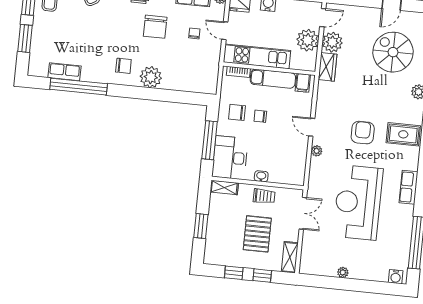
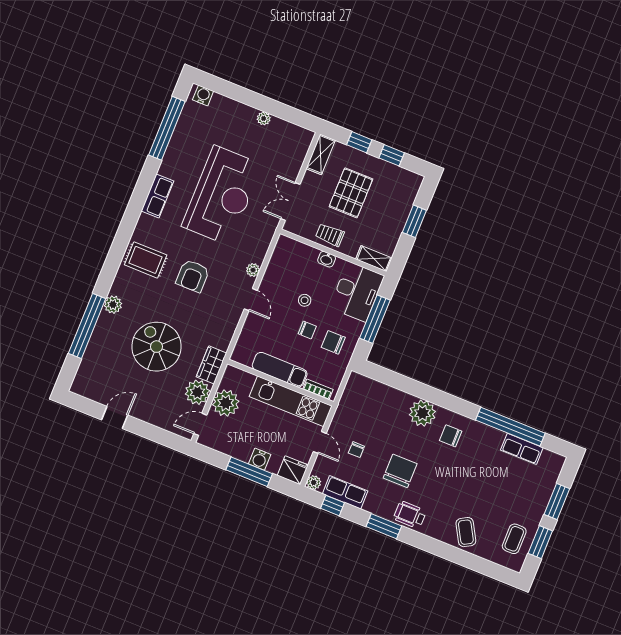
spiral stairs: (393, 52) -> (156, 347), moved, turned 180
filing cabinet: (303, 83) -> (246, 355), removed
chair: (237, 112) -> (333, 342), turned 180
stool: (269, 139) -> (305, 300), added

